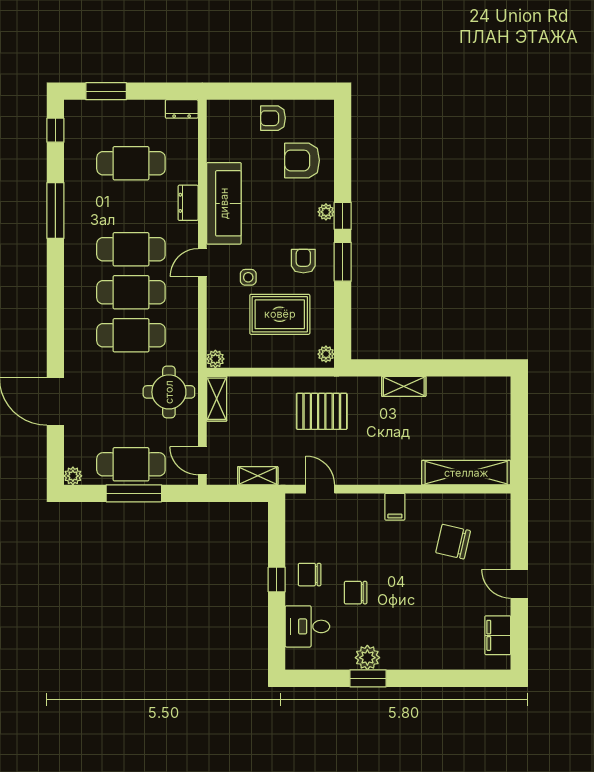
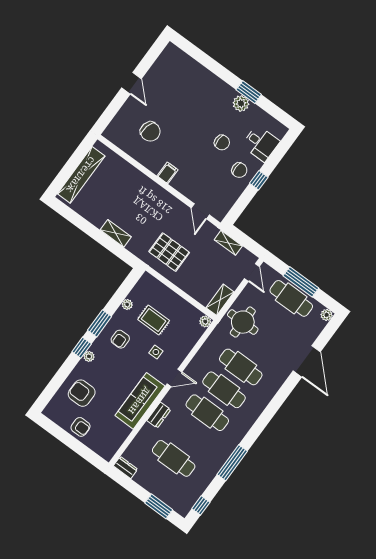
armchair: (302, 160) -> (82, 393), turned 180
rug: (280, 314) -> (154, 320), width x0.73, depth x0.70
plant: (326, 354) -> (127, 304), moved
shelving: (466, 473) -> (81, 175), moved, turned 90
filing cabinet: (498, 635) -> (163, 64), removed

